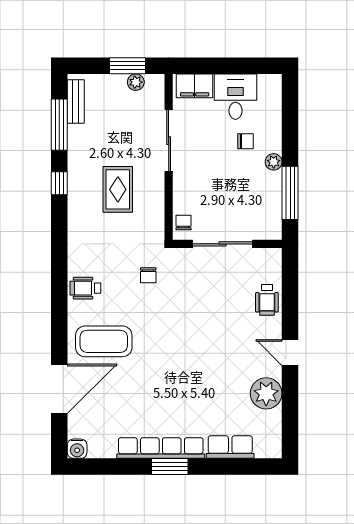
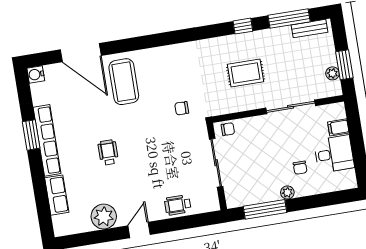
filing cabinet: (195, 86) -> (338, 127), width x0.50
wheelchair: (85, 288) -> (108, 152), moved
window: (170, 466) -> (31, 135), moved

